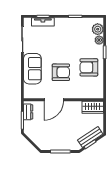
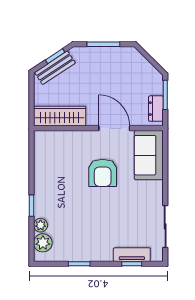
armchair: (89, 67) -> (57, 181), removed
sofa: (32, 69) -> (149, 155), moved
armchair: (61, 72) -> (103, 173), turned -90
door: (54, 100) -> (114, 128), hinge flipped
wardrobe: (93, 107) -> (60, 116), width x1.50

